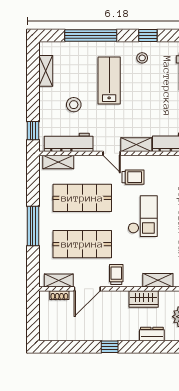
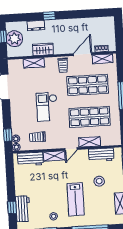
workbench: (69, 142) -> (101, 155), width x0.73
door: (112, 153) -> (71, 149), swing flipped
shelving: (58, 162) -> (90, 142), moved
trolley: (133, 177) -> (37, 137), moved
window: (110, 347) -> (49, 16), moved

